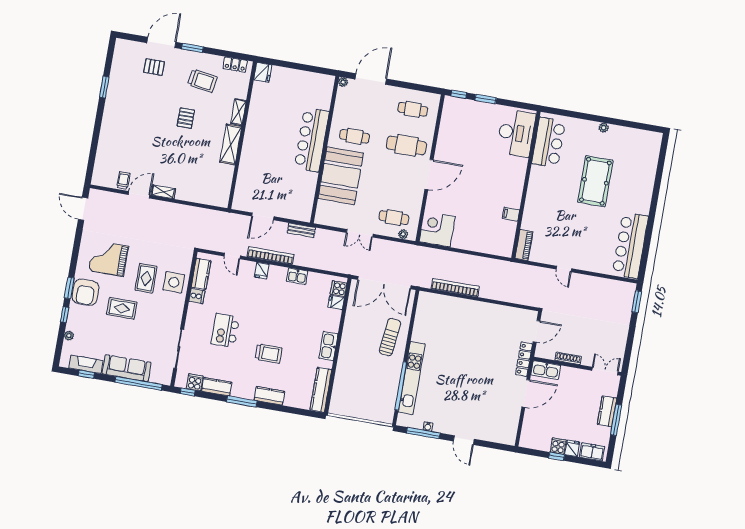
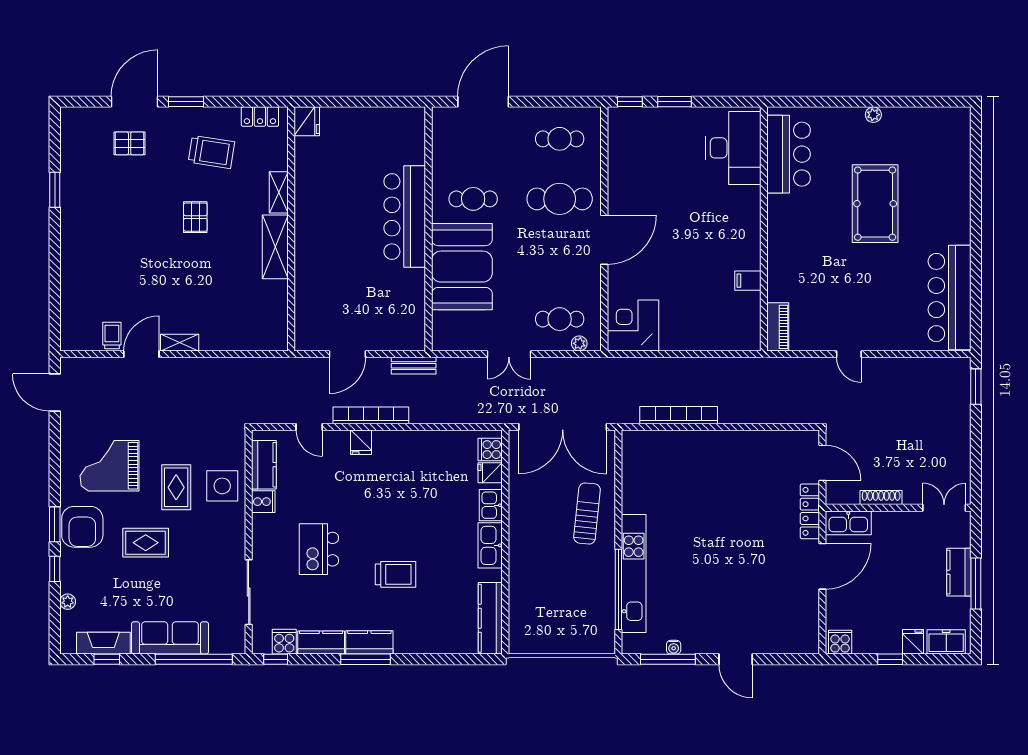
plant: (343, 82) -> (439, 114), removed
kitchen sink: (297, 276) -> (491, 505), moved, turned 90
door: (537, 331) -> (822, 463), hinge flipped
kitchen counter: (269, 396) -> (369, 642), moved
cooker: (558, 446) -> (840, 642), moved

